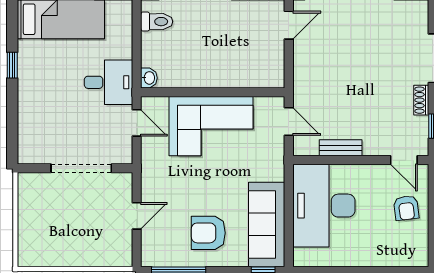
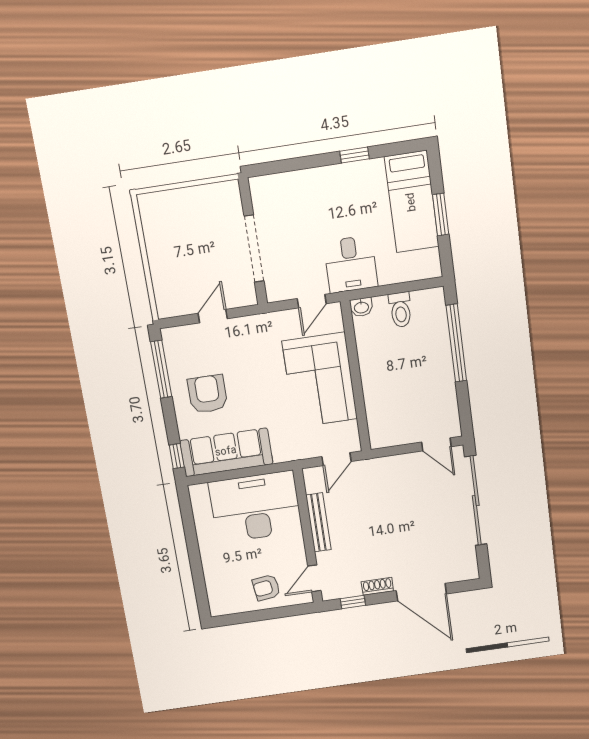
toilet: (157, 22) -> (400, 310), moved
bench: (341, 148) -> (318, 522), width x1.36
door: (137, 216) -> (213, 316), swing flipped

